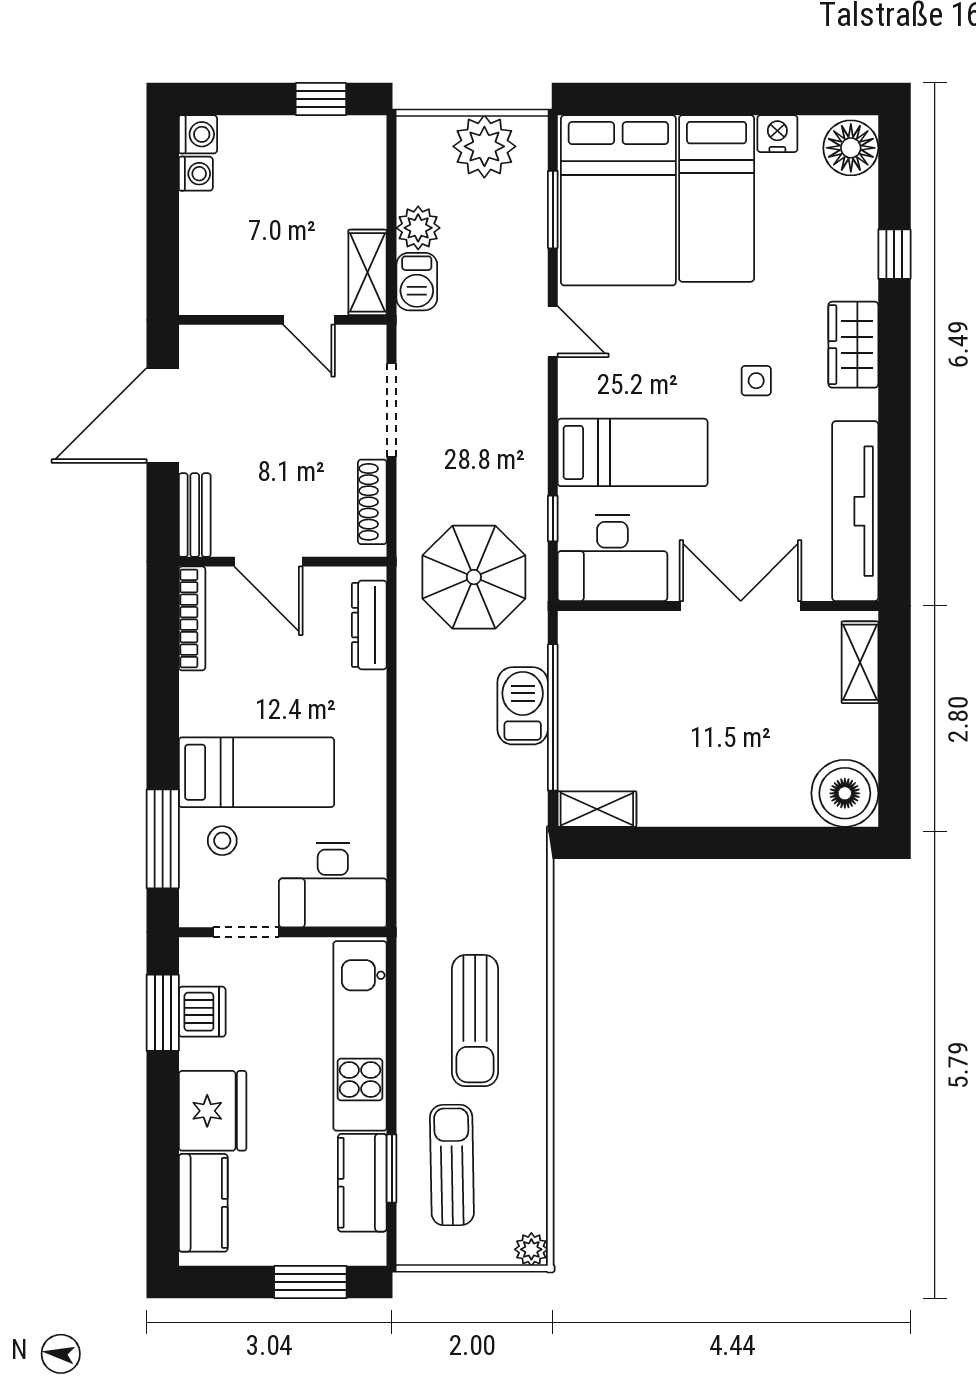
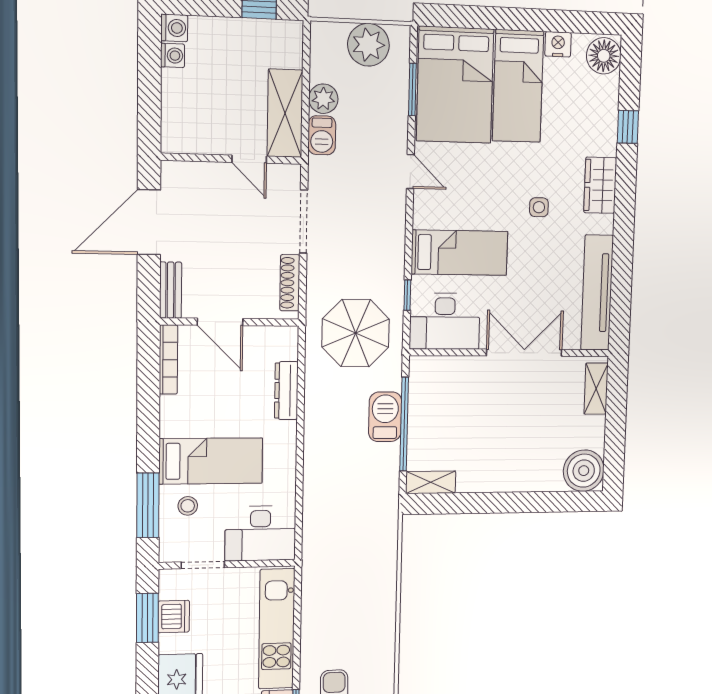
shelving: (368, 272) -> (285, 113), width x1.50, depth x1.33
dresser: (369, 625) -> (286, 391), moved
sun lounger: (475, 1021) -> (350, 617), removed

